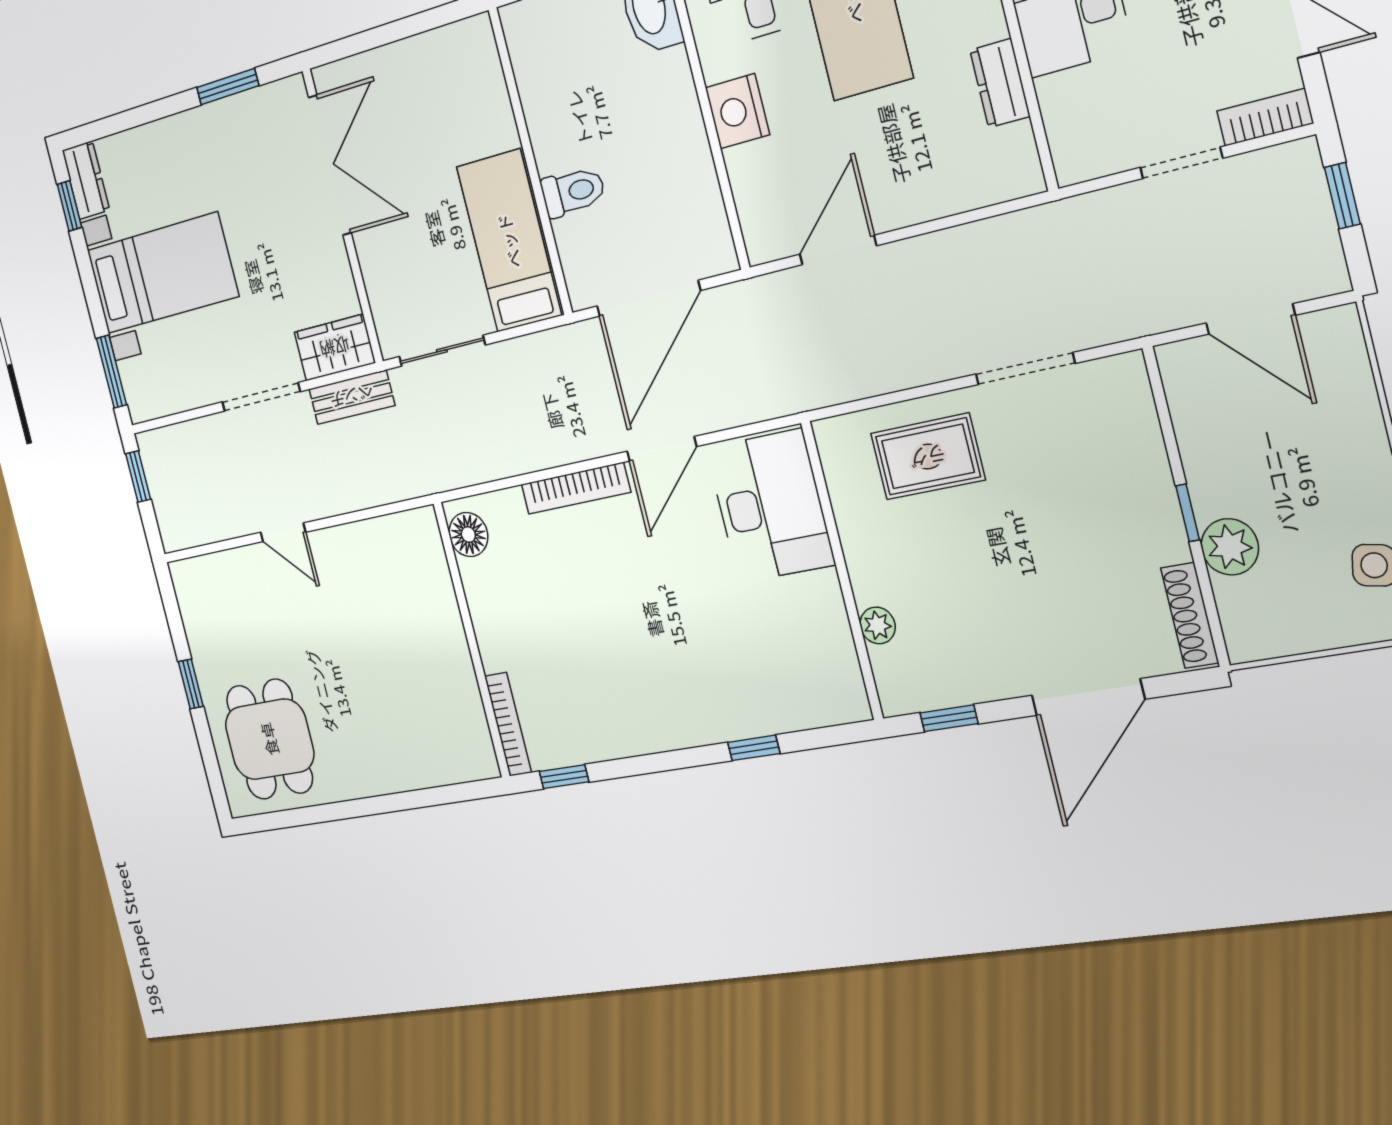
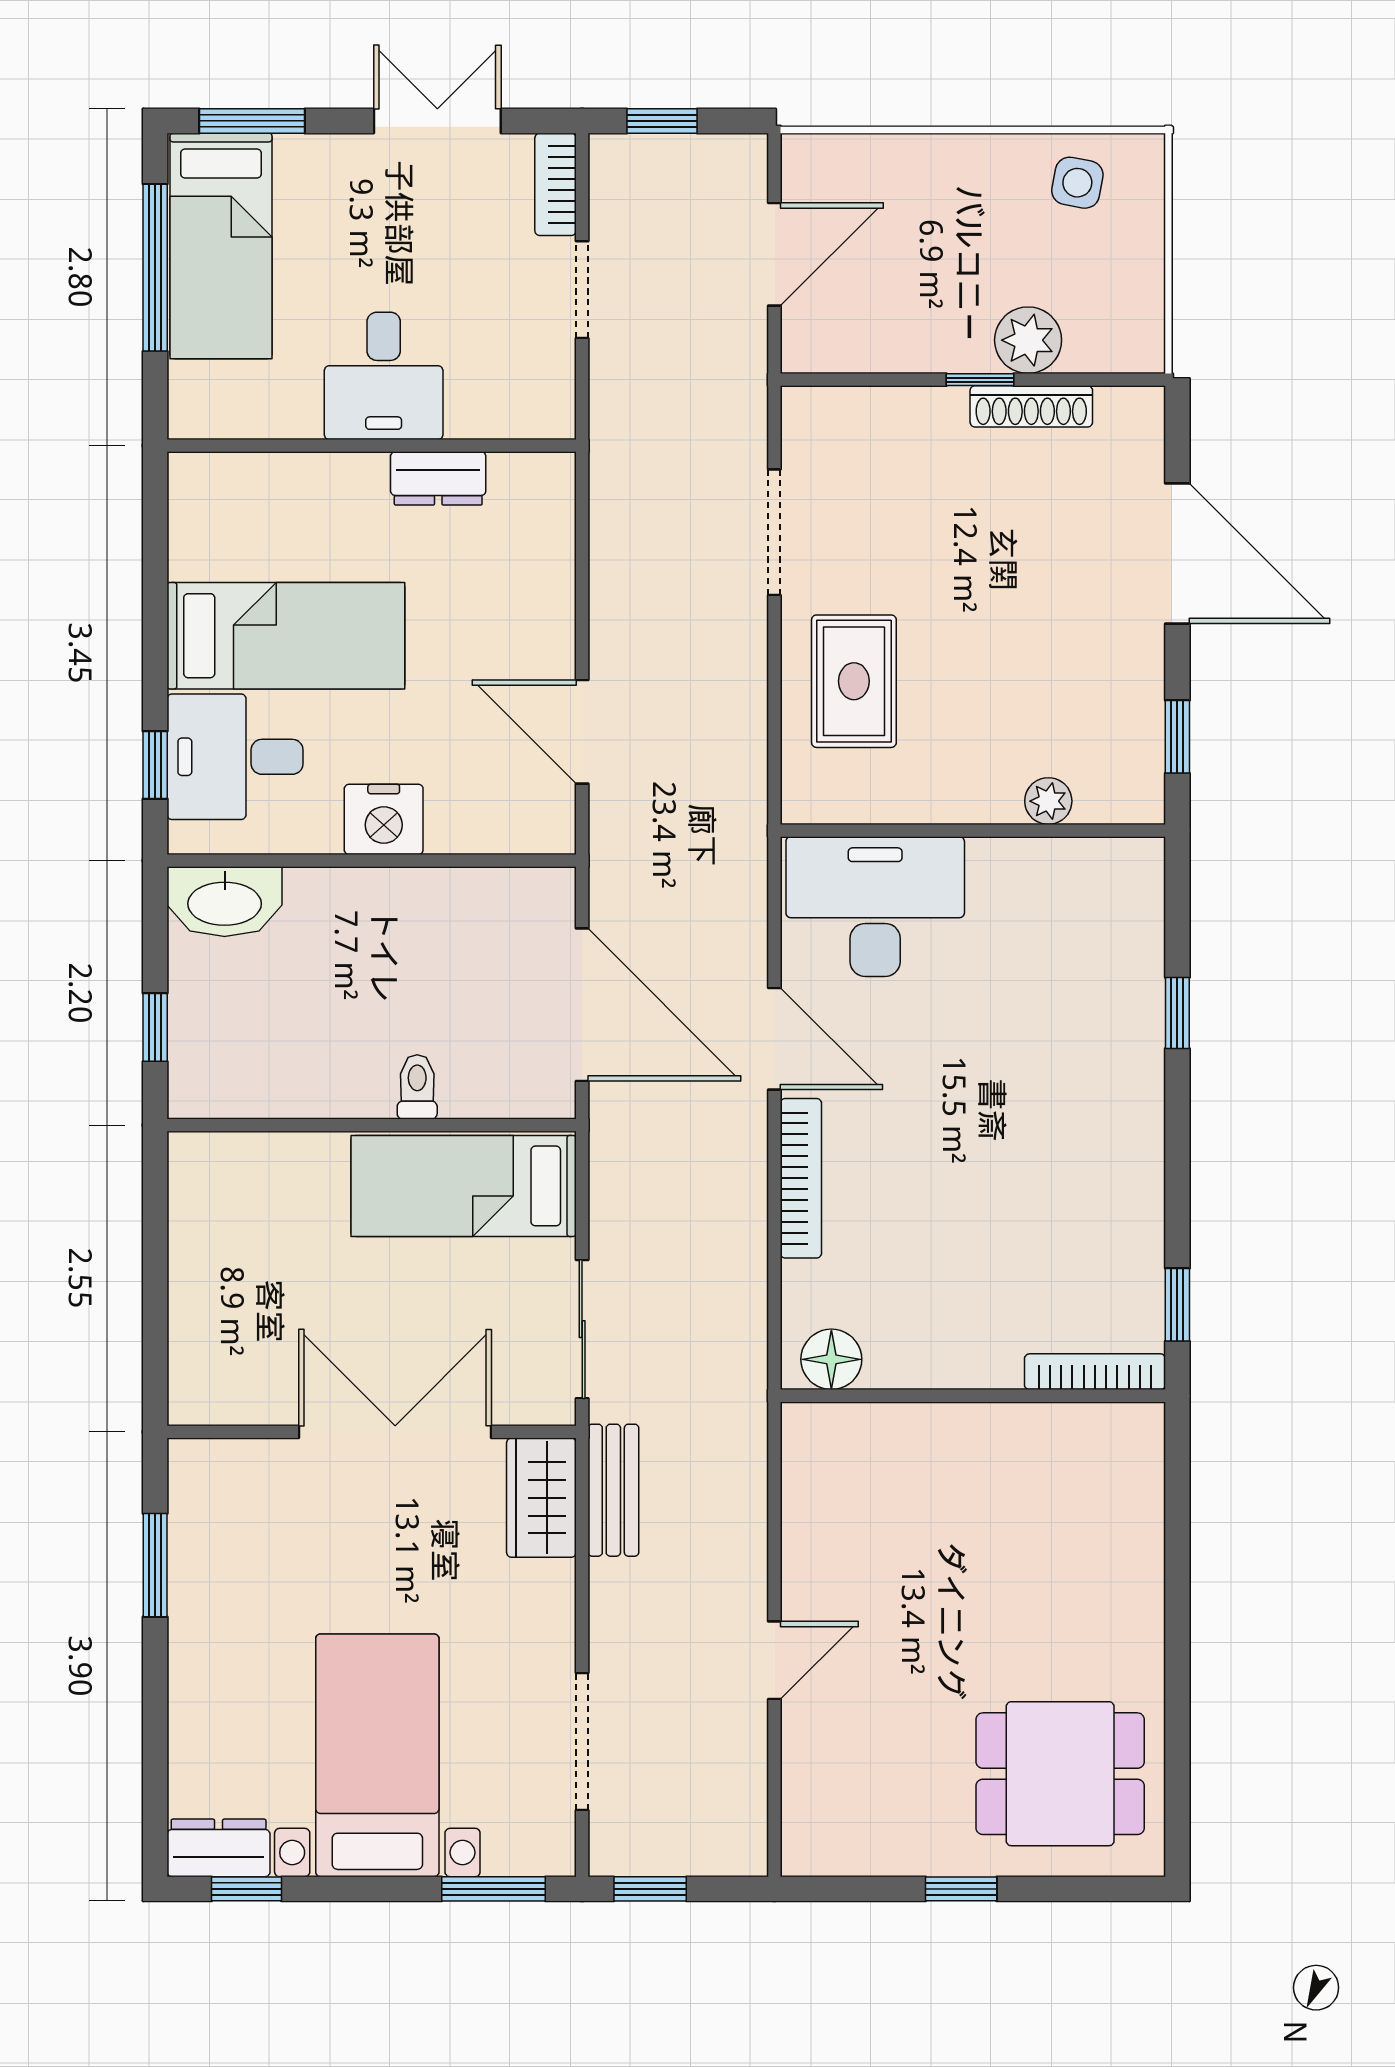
double door: (330, 165) -> (395, 1432), moved
toilet: (573, 192) -> (417, 1087), width x0.73, depth x0.72
doorway: (261, 397) -> (582, 1741), moved
shoe rack: (1190, 615) -> (1031, 406), moved

